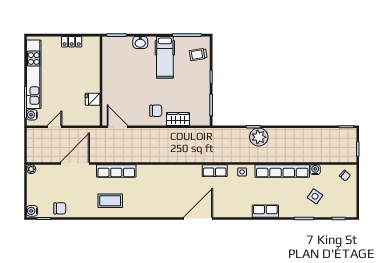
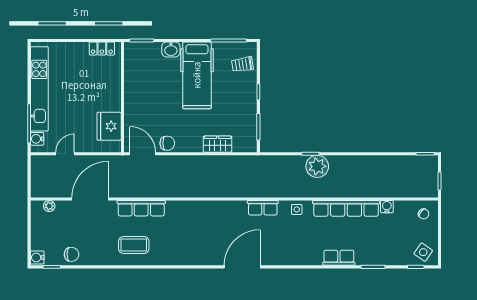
locker: (72, 42) -> (102, 49), moved
hospital bed: (165, 57) -> (197, 75), width x1.37, depth x1.29
fridge: (93, 99) -> (109, 126), width x1.88, depth x1.34
chair: (156, 111) -> (167, 143), moved
plant: (31, 169) -> (49, 206), moved
side table: (315, 196) -> (423, 252), moved
row of seats: (265, 211) -> (339, 258), moved

